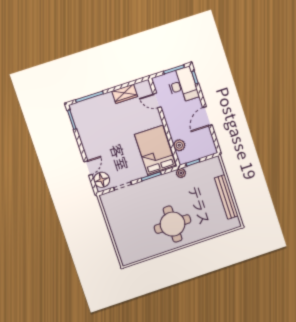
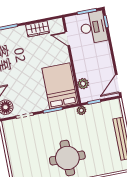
door: (207, 116) -> (118, 84), moved

